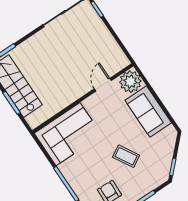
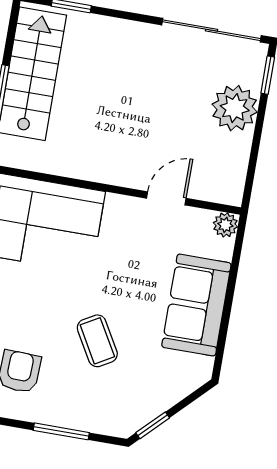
plant: (97, 31) -> (235, 108), added
plant: (130, 82) -> (225, 225), width x0.53, depth x0.53

